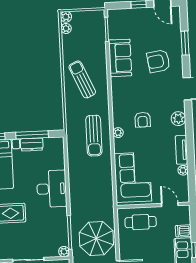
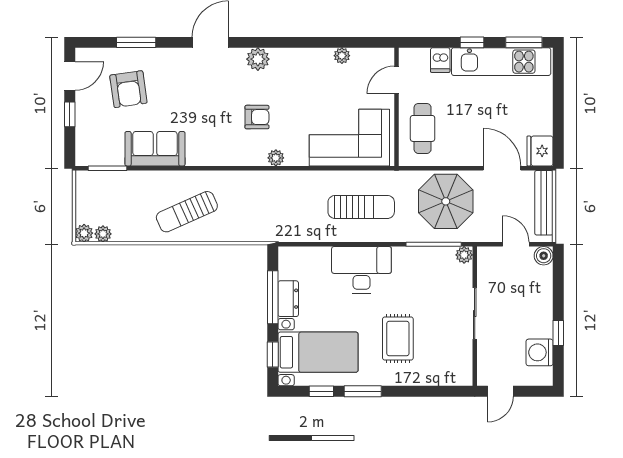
armchair: (158, 61) -> (128, 89), moved
sun lounger: (94, 136) -> (361, 207), moved
tv unit: (181, 150) -> (309, 57), removed

